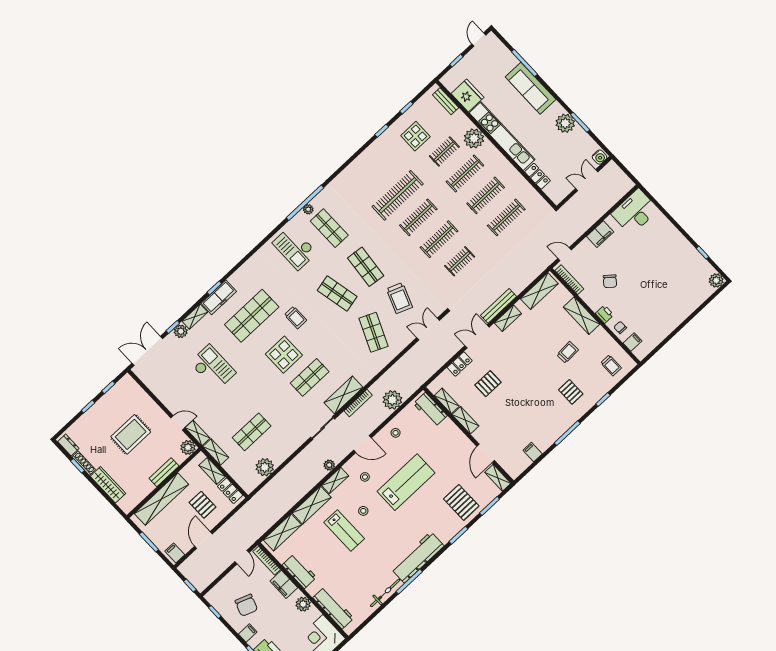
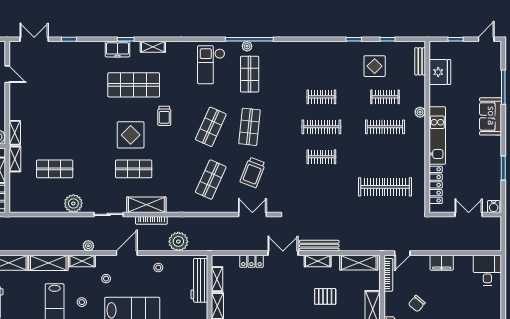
sofa: (531, 88) -> (491, 116), width x0.73
plant: (565, 123) -> (492, 159), removed
kitchen unit: (502, 136) -> (437, 136), width x0.73
plant: (474, 138) -> (420, 112), width x0.53, depth x0.53
locker: (537, 176) -> (436, 185), width x1.53
clothes rail: (398, 195) -> (321, 97), width x0.54, depth x0.76
clothes rail: (486, 195) -> (385, 157), removed
desk: (635, 212) -> (487, 270), width x0.73
clothes rail: (506, 217) -> (385, 187), width x1.37, depth x1.31
clothes rail: (439, 239) -> (321, 157), width x0.73
door: (565, 254) -> (402, 253), swing flipped
clothes rail: (460, 261) -> (321, 187), removed
shop shelf: (337, 293) -> (211, 127), turned 36
freezer: (219, 297) -> (118, 49), width x0.71
shelving: (195, 317) -> (153, 47), moved
plant: (181, 331) -> (72, 48), removed
double door: (147, 351) -> (34, 39), width x0.73
checkout: (213, 368) -> (70, 96), removed
pallet: (488, 384) -> (325, 296), moved
workbench: (430, 409) -> (199, 280), width x1.38
door: (178, 423) -> (7, 74), moved
door: (362, 444) -> (127, 253), swing flipped
plant: (265, 467) -> (73, 203), moved

